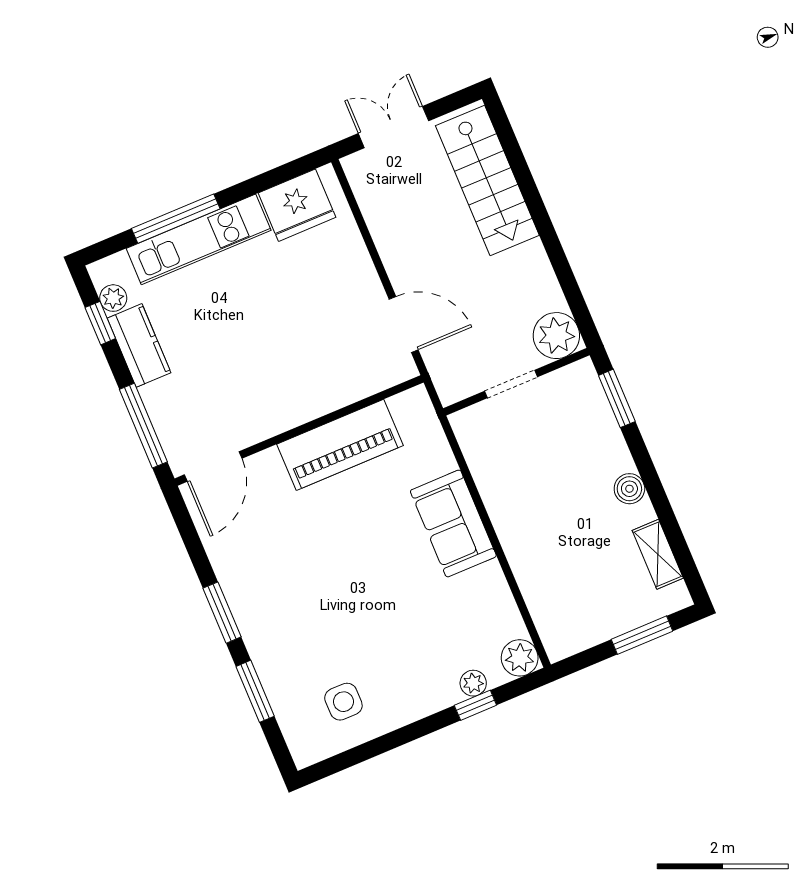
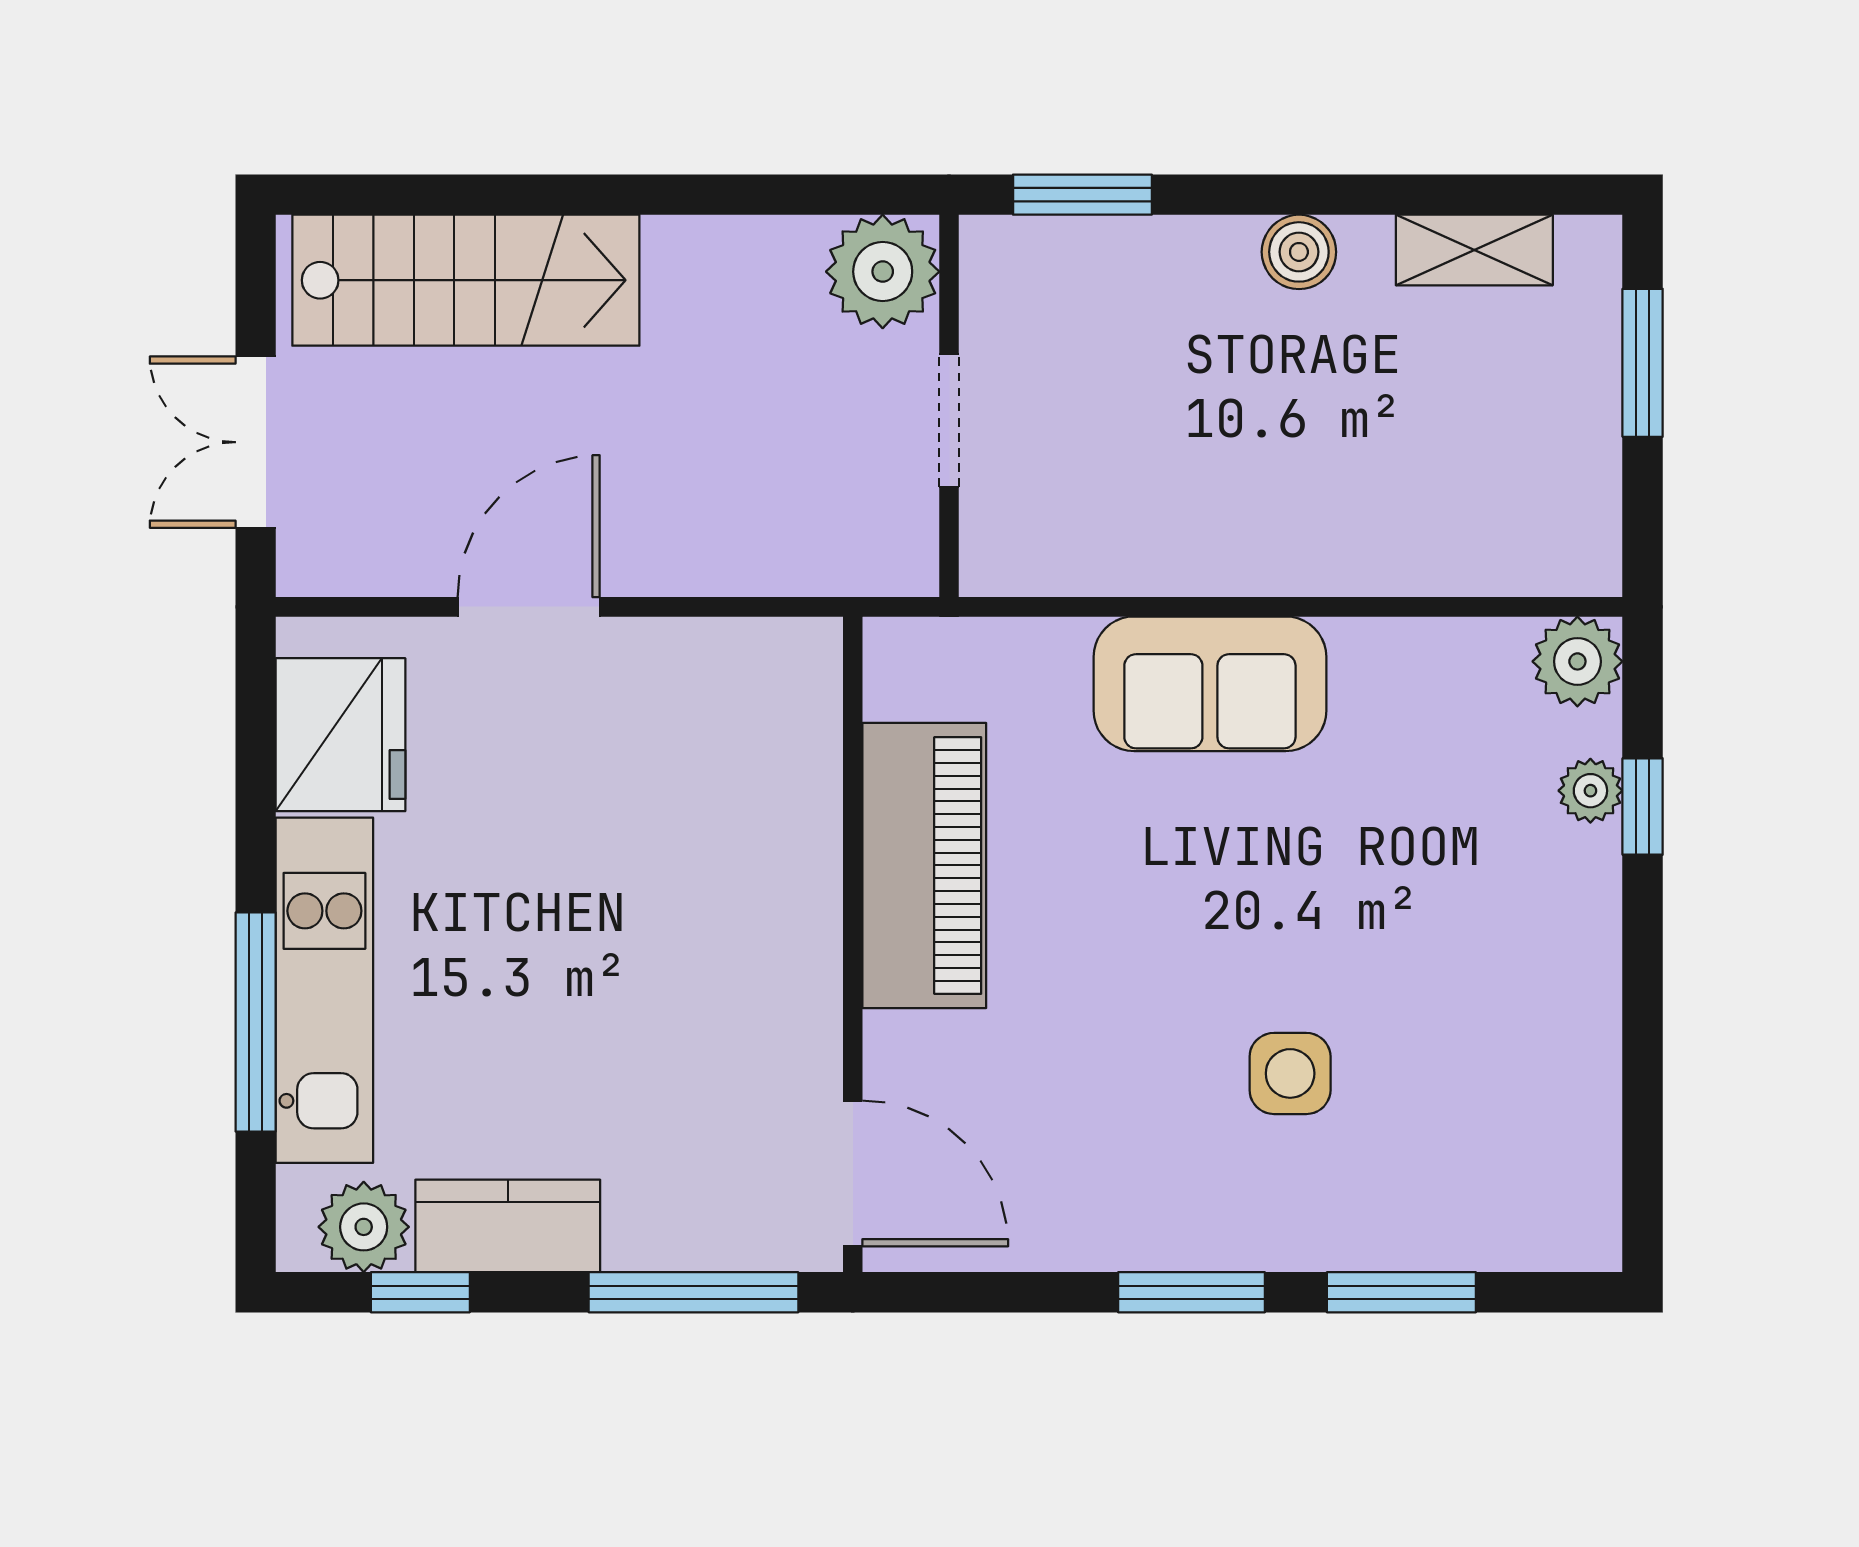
plant: (113, 298) -> (364, 1227), width x1.38, depth x1.38
door: (404, 324) -> (529, 607), moved
side table: (343, 702) -> (1290, 1073), moved

